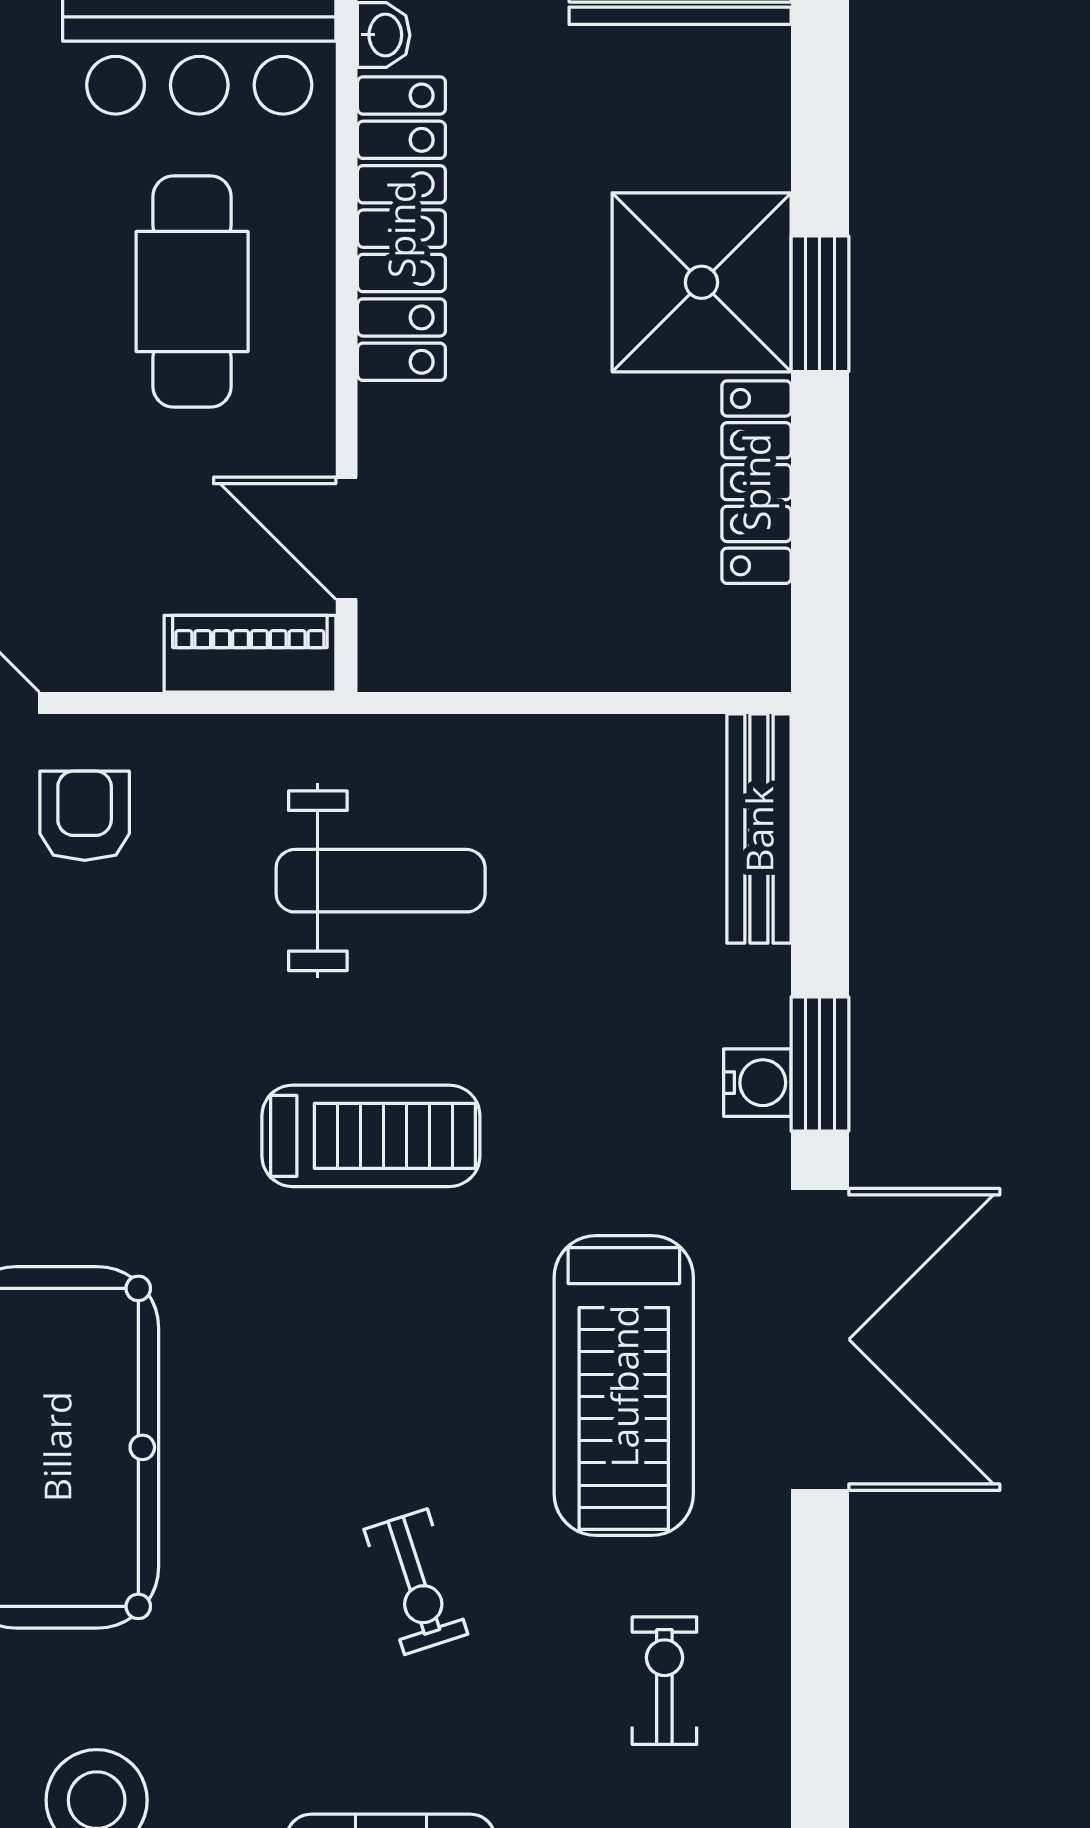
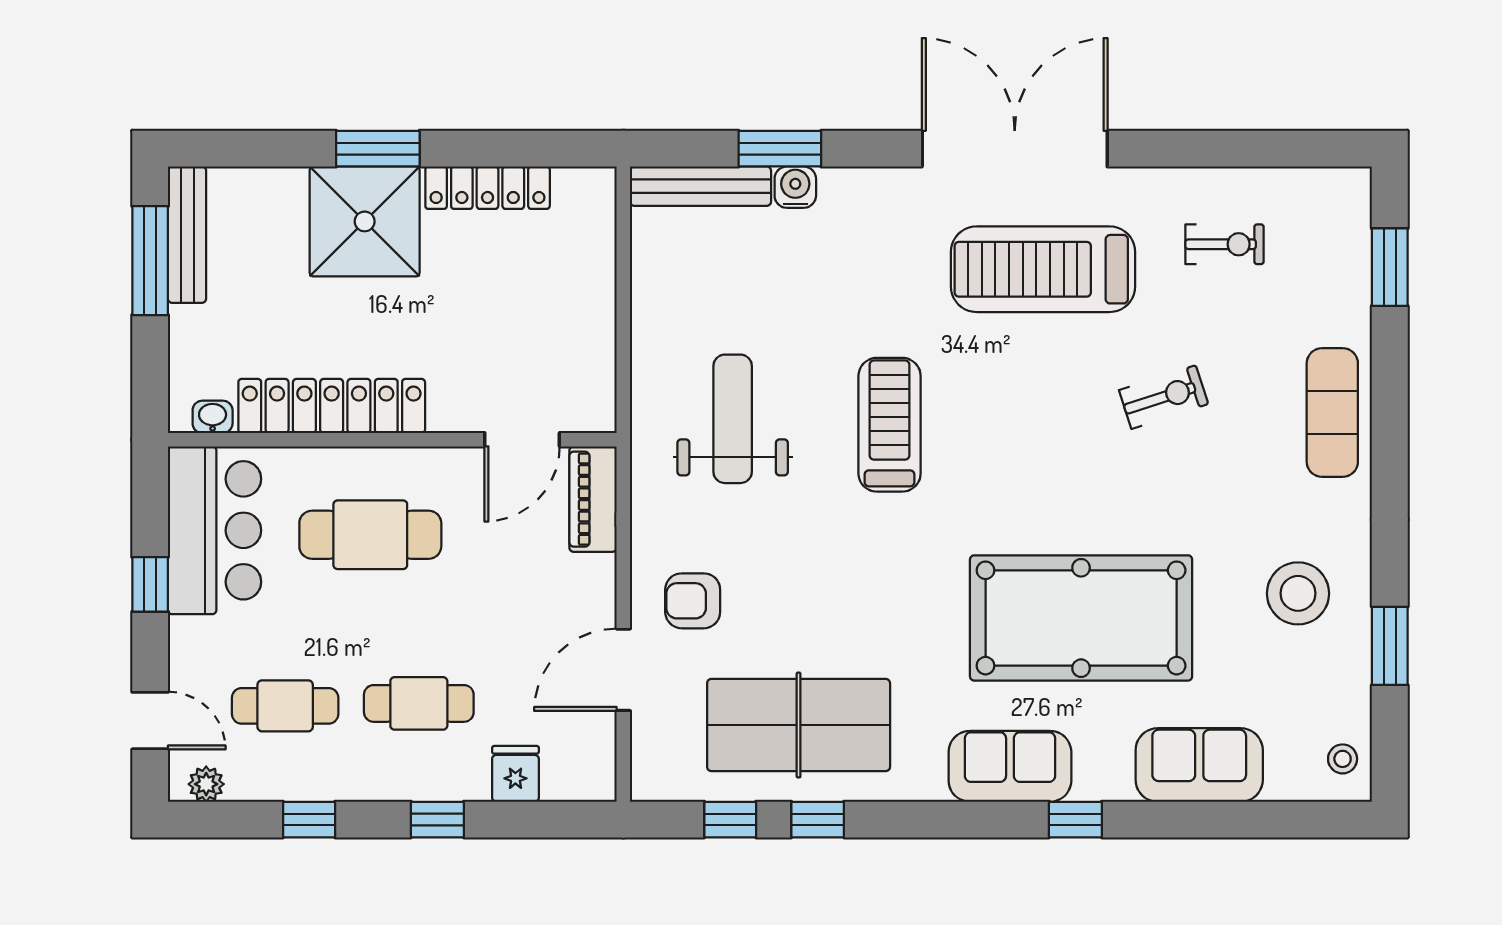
window: (820, 1064) -> (780, 149), moved
water cooler: (757, 1083) -> (795, 187), moved
treadmill: (624, 1386) -> (1043, 269), turned 180
exercise bike: (664, 1681) -> (1225, 244), turned 180

